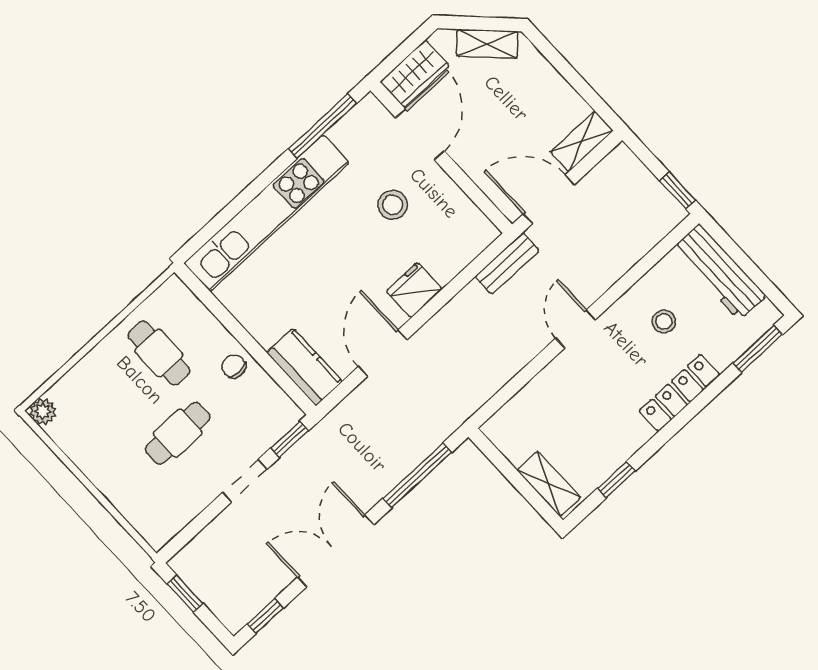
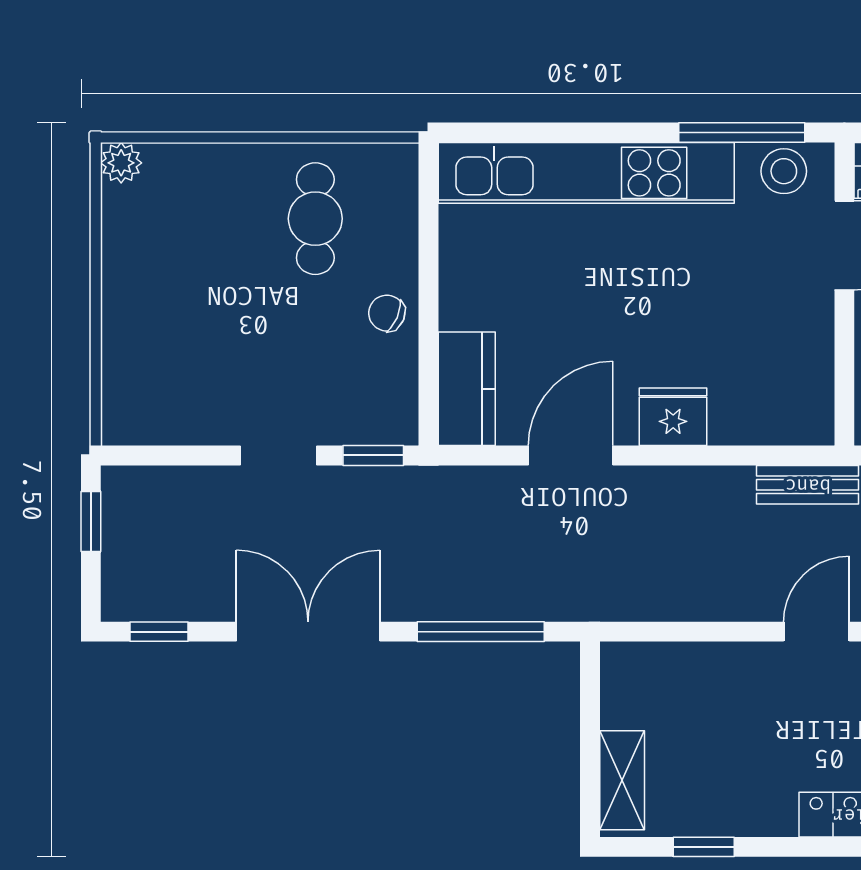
stool: (393, 205) -> (784, 171), moved
chair: (234, 366) -> (387, 313), turned -67
cafe table: (178, 433) -> (252, 330), removed

